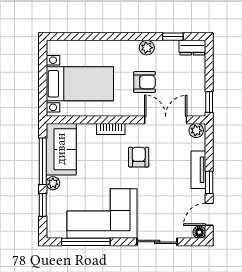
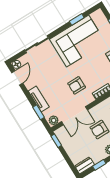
armchair: (139, 157) -> (77, 85), turned 90
window: (209, 182) -> (39, 112), moved
window: (86, 242) -> (77, 19), width x0.46

